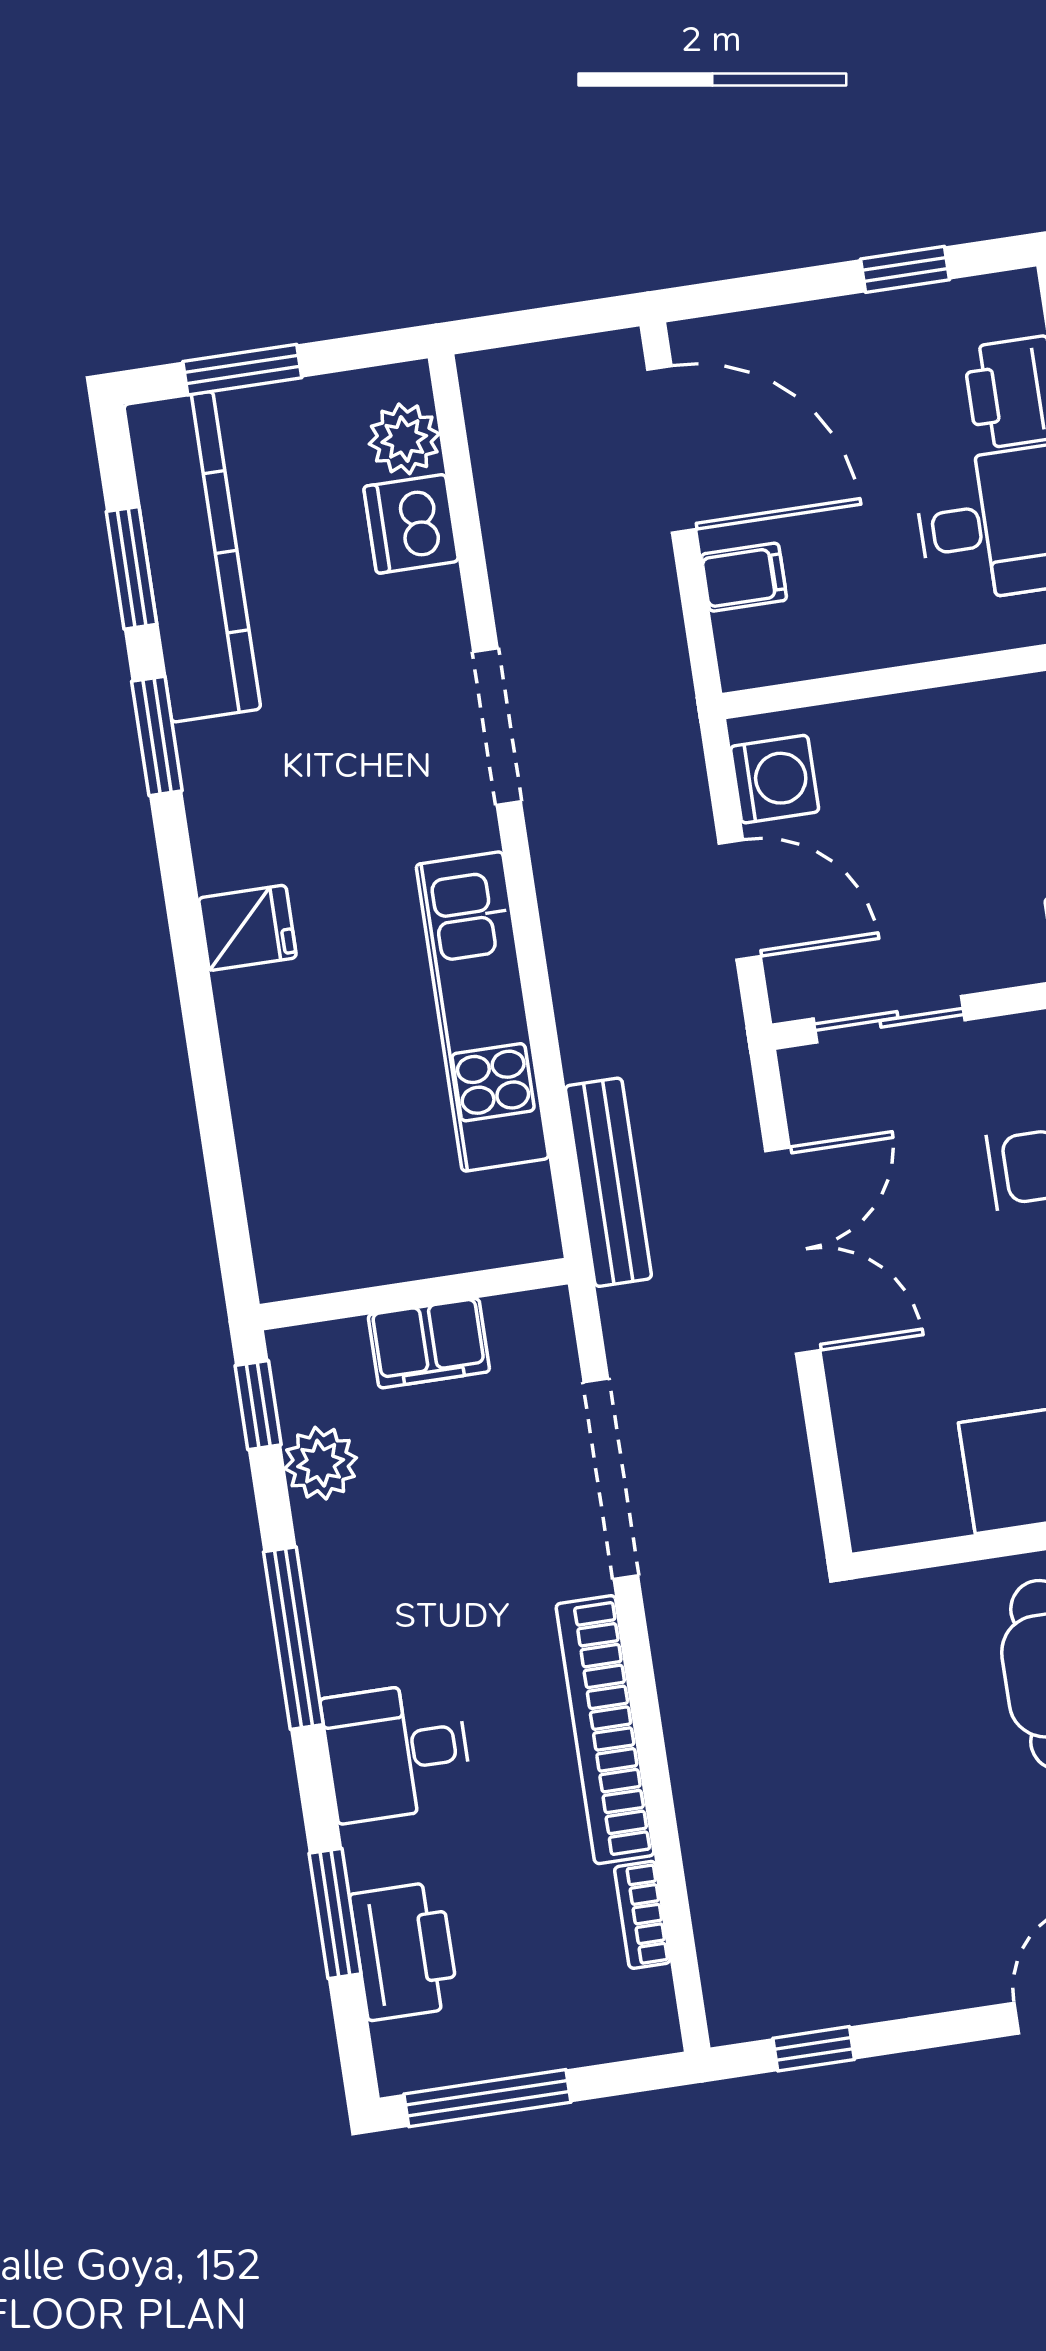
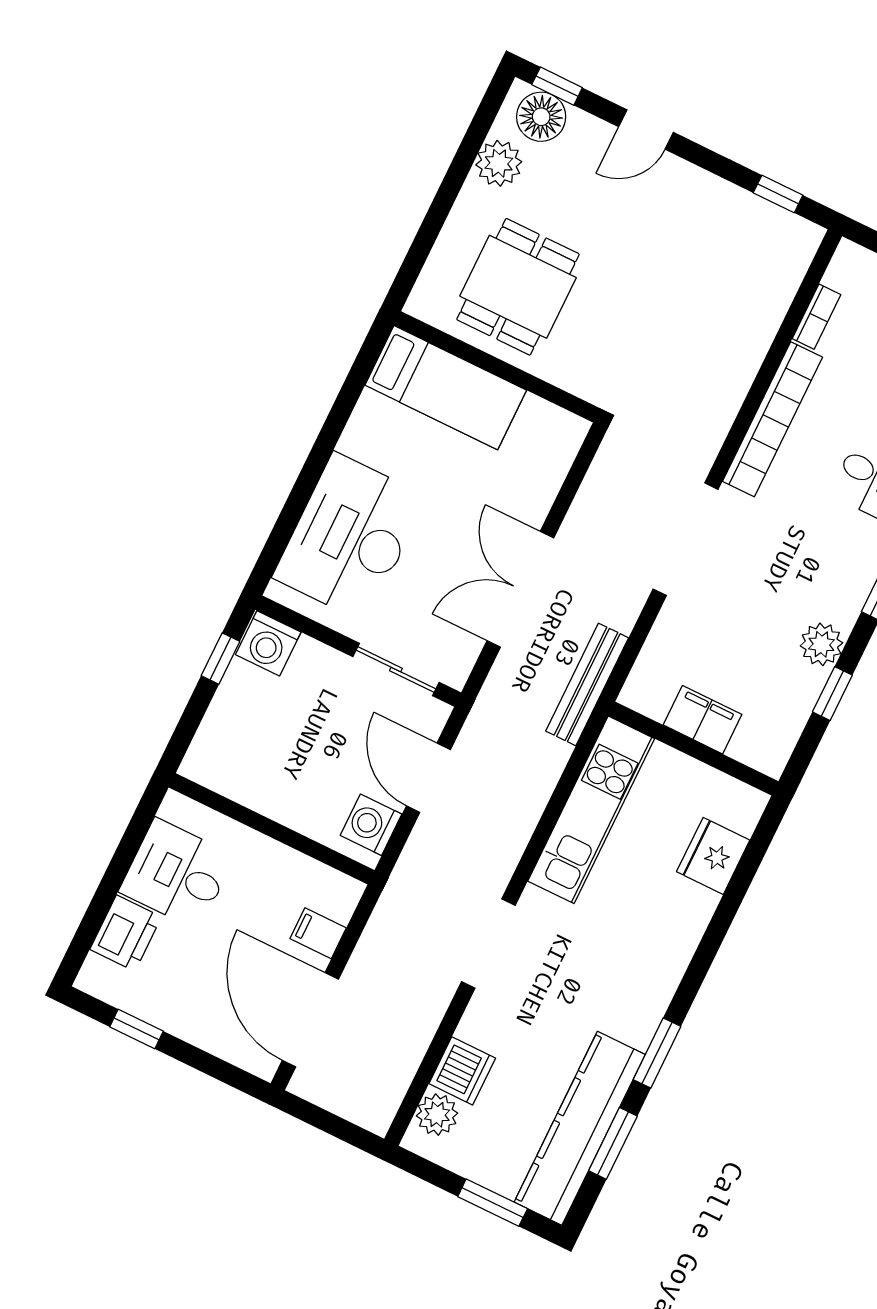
fridge: (247, 928) -> (713, 856), moved, width x1.38
wall: (414, 1294) -> (693, 749), moved
filing cabinet: (429, 1343) -> (703, 720), moved

